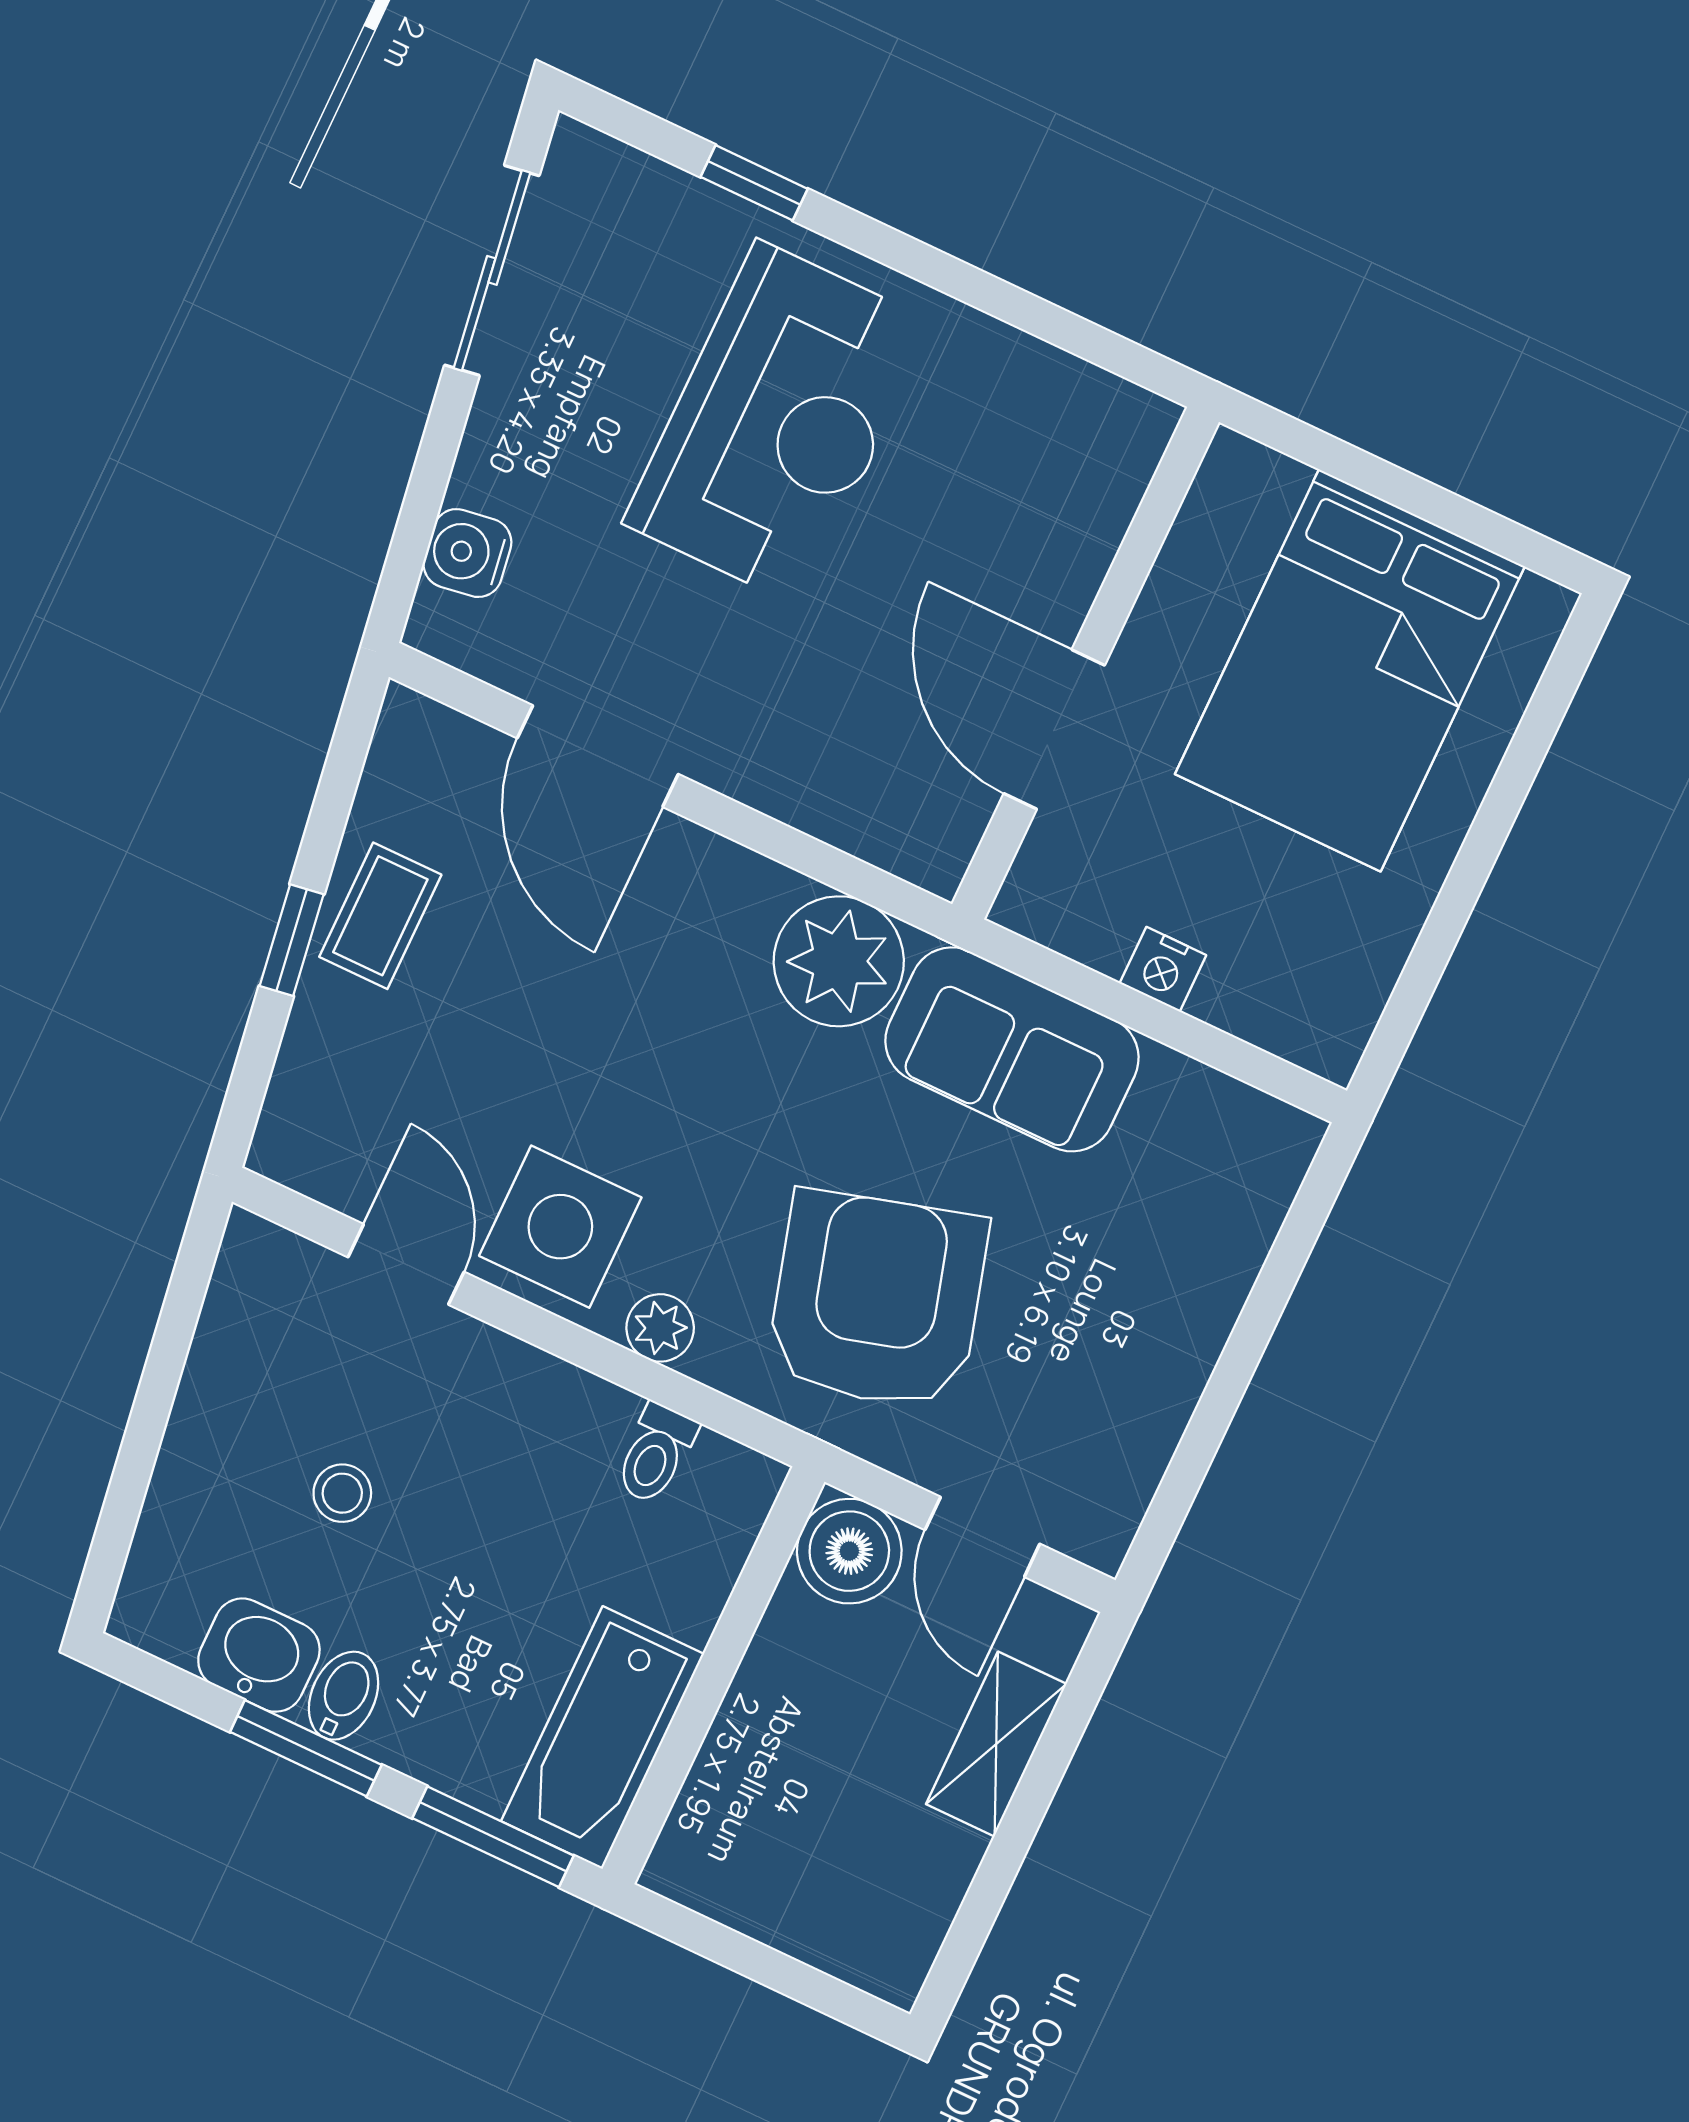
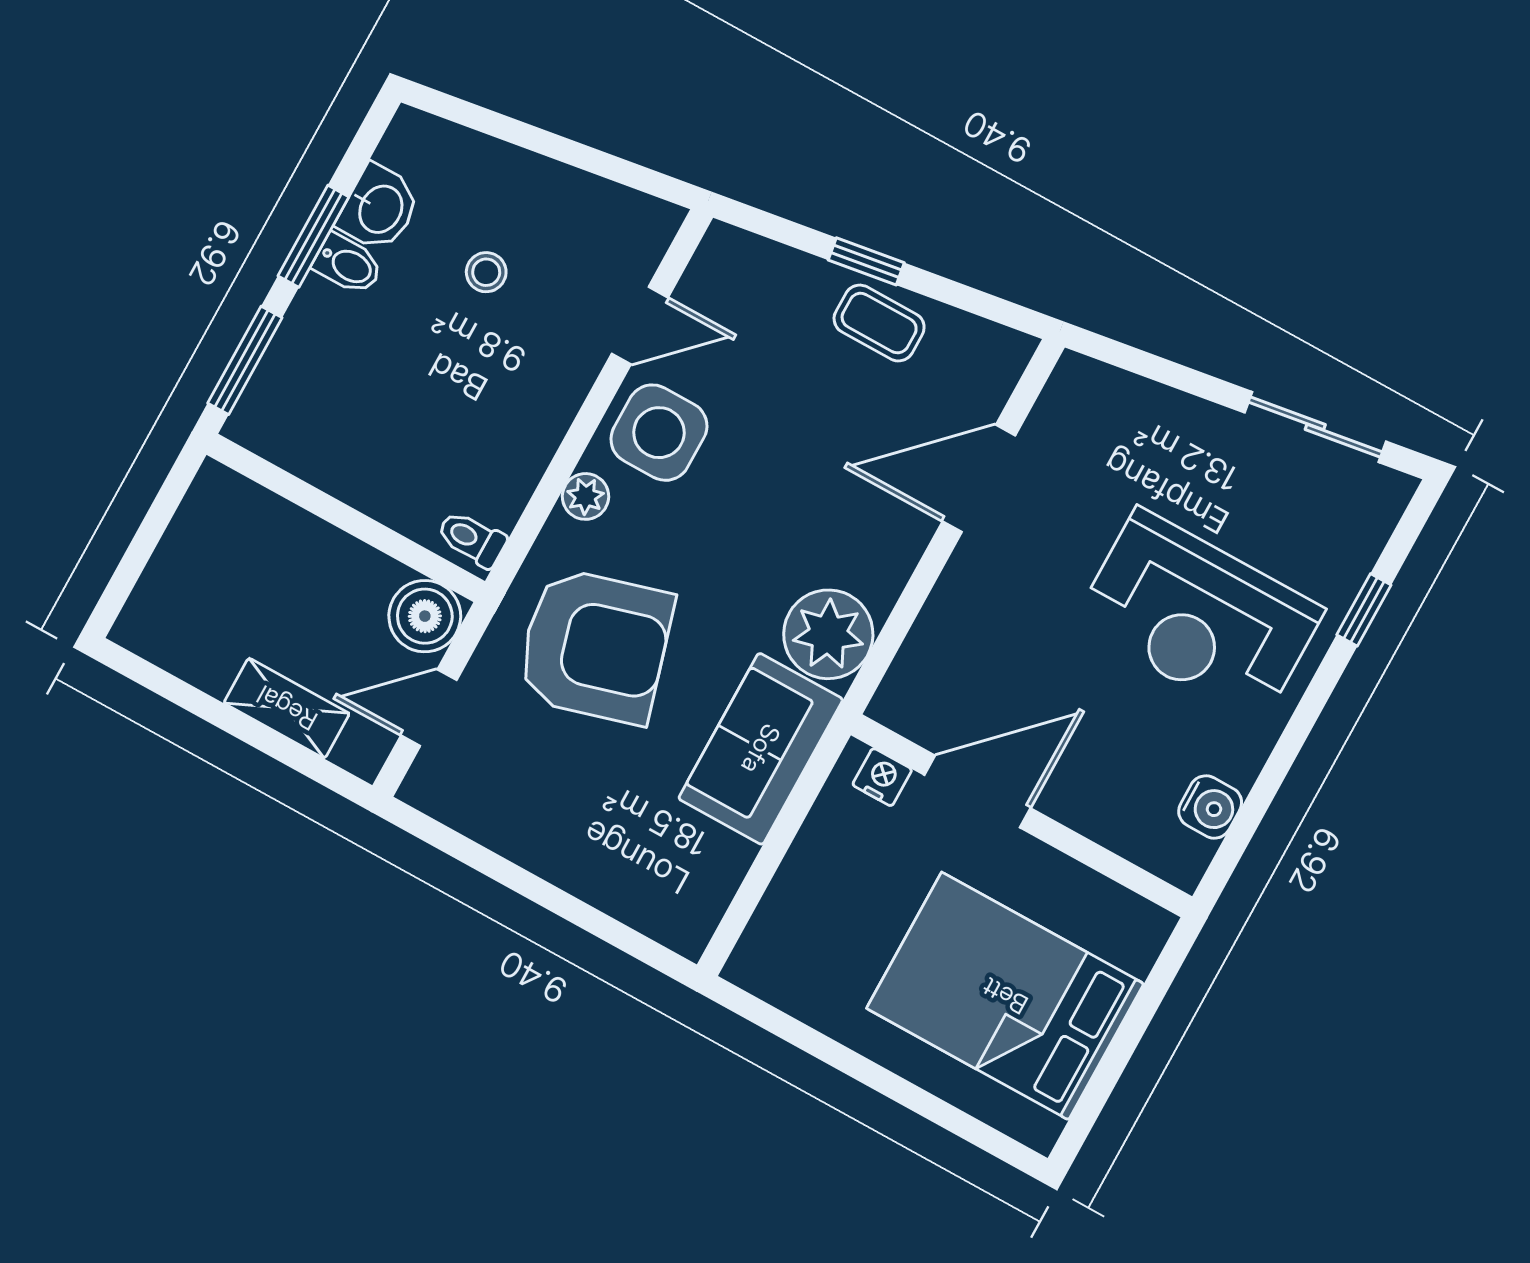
water cooler: (467, 553) -> (1210, 807), moved, turned 99
nightstand: (1163, 969) -> (882, 777), moved, turned 90
toilet: (656, 1454) -> (472, 539), moved
bathtub: (603, 1738) -> (308, 440), removed

